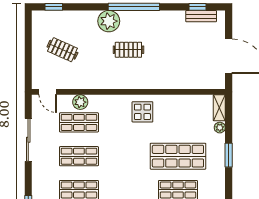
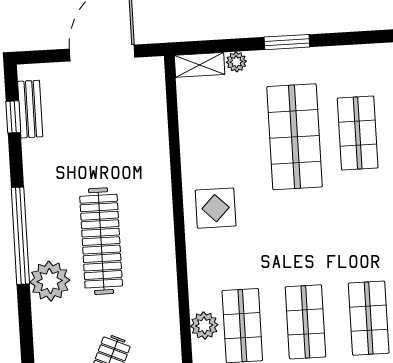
clothes rail: (128, 50) -> (101, 241), width x1.86, depth x1.31

